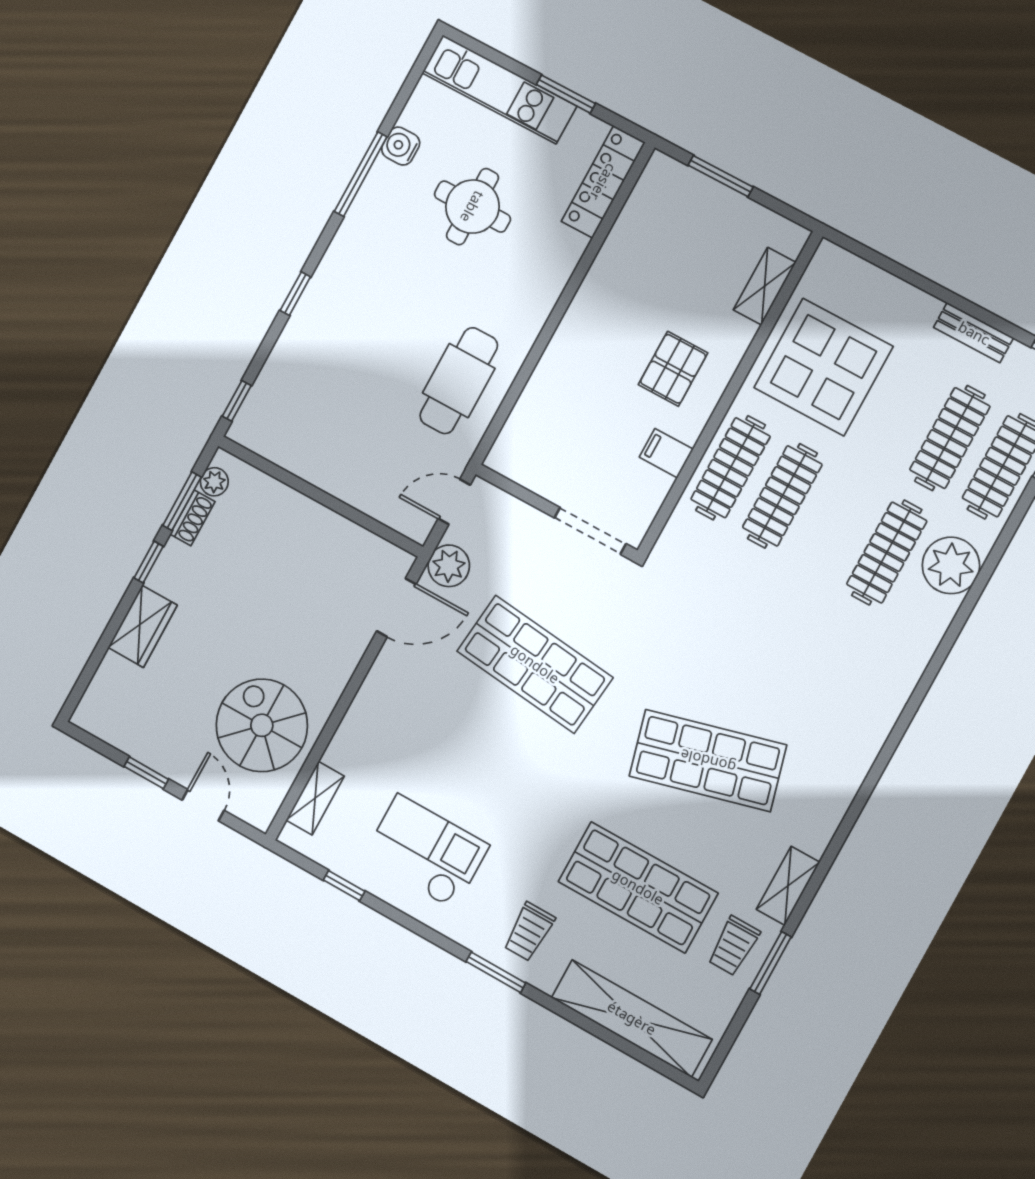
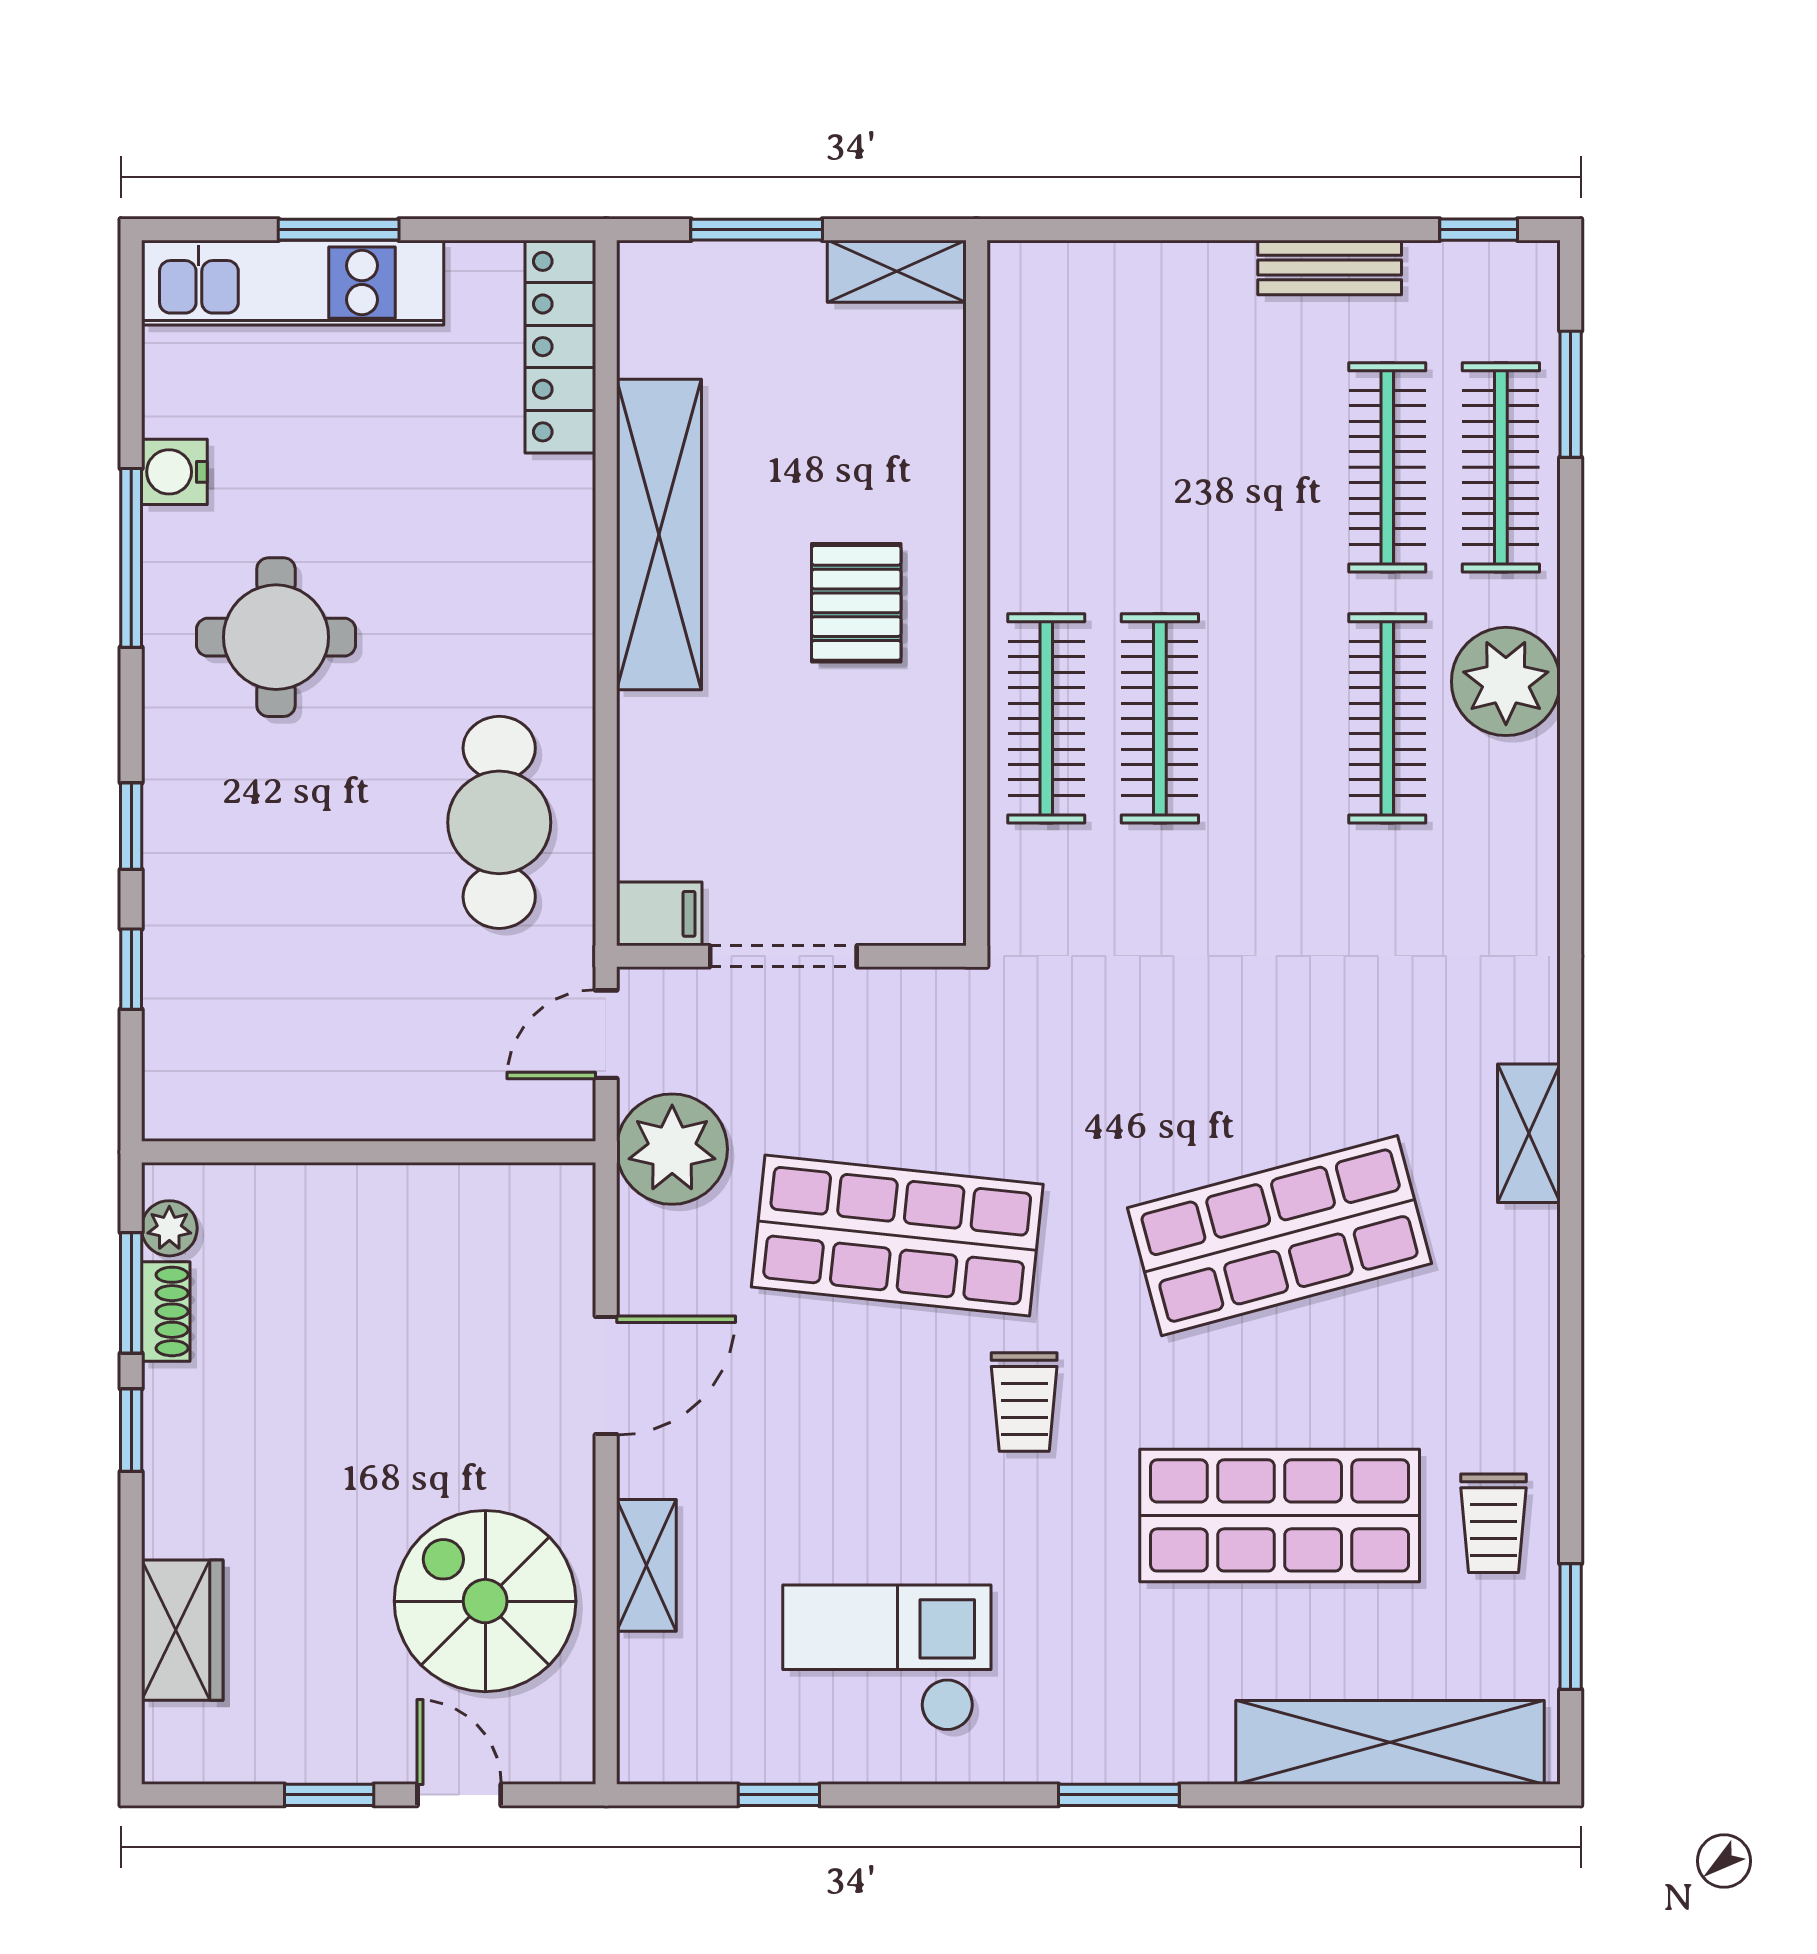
window: (566, 94) -> (339, 230), moved
round table: (472, 207) -> (276, 637), moved
shelving: (765, 286) -> (897, 271), moved, turned 90
shelving: (601, 290) -> (659, 535), added
display table: (823, 367) -> (1110, 462), removed
window: (237, 401) -> (131, 969), moved
filing cabinet: (666, 453) -> (659, 914), moved, turned 180
doorway: (590, 531) -> (783, 956), moved
plant: (449, 566) -> (672, 1149), width x1.36, depth x1.36
door: (396, 608) -> (606, 1376), moved
wardrobe: (143, 626) -> (182, 1630), moved
shelving: (315, 798) -> (646, 1565), moved
shelving: (788, 886) -> (1529, 1133), moved
trolley: (529, 932) -> (1024, 1402), moved
window: (771, 963) -> (1571, 1626), moved

